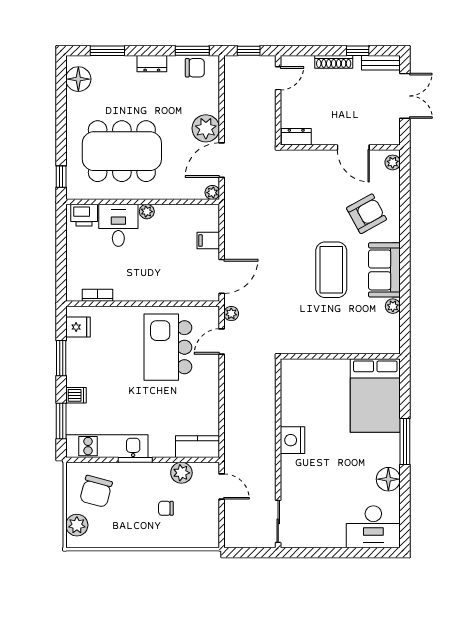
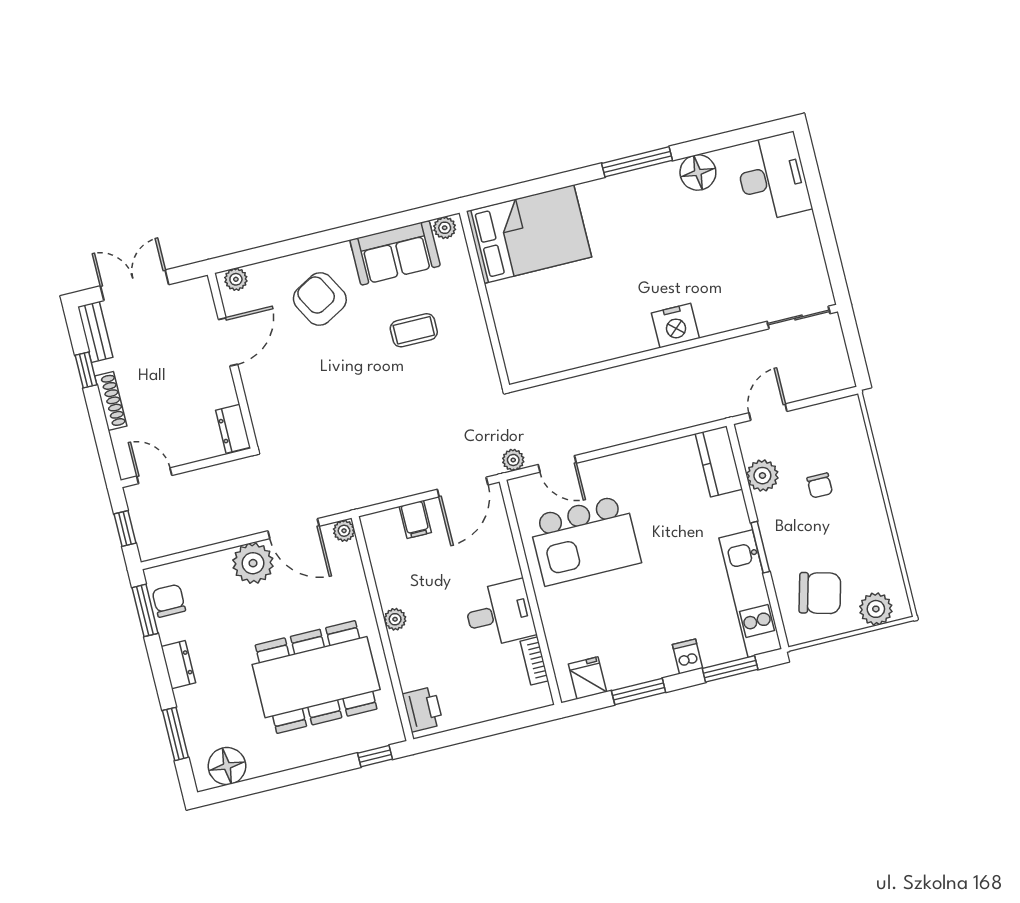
dining table: (122, 151) -> (316, 677), turned 90
desk: (118, 225) -> (500, 614), moved, turned 180
coffee table: (331, 270) -> (414, 330), width x0.54, depth x0.58
door: (222, 276) -> (463, 487), swing flipped
wall: (340, 356) -> (484, 299), moved
bed: (375, 396) -> (529, 234), moved

